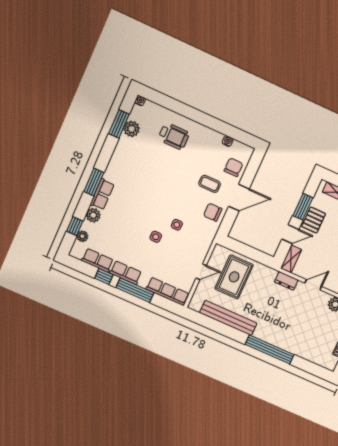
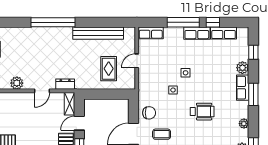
wheelchair: (156, 188) -> (202, 112), added
plant: (82, 236) -> (244, 124), moved
rug: (234, 277) -> (109, 69), width x0.73, depth x0.70
row of seats: (168, 291) -> (151, 33), width x0.68

